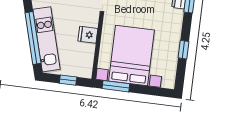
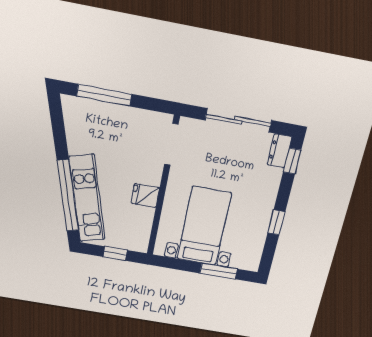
bed with nightstands: (131, 55) -> (204, 226), width x0.73
window: (116, 86) -> (219, 271), moved

